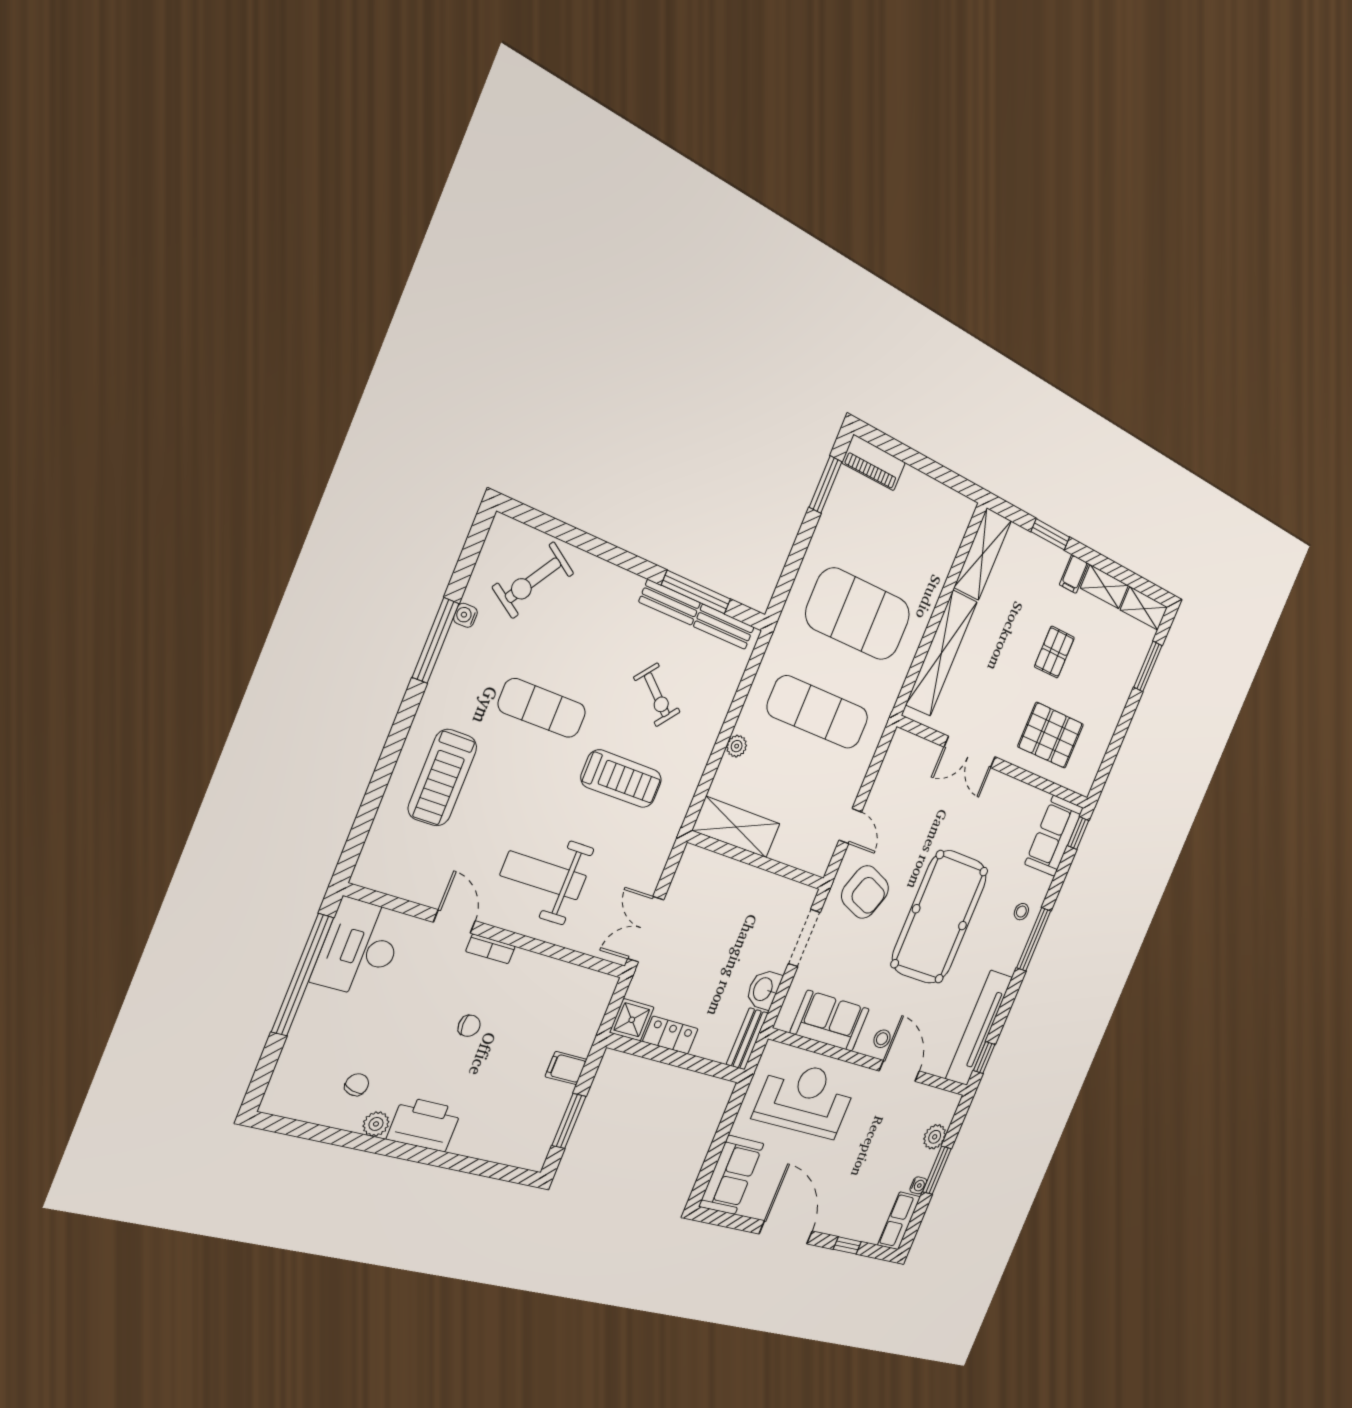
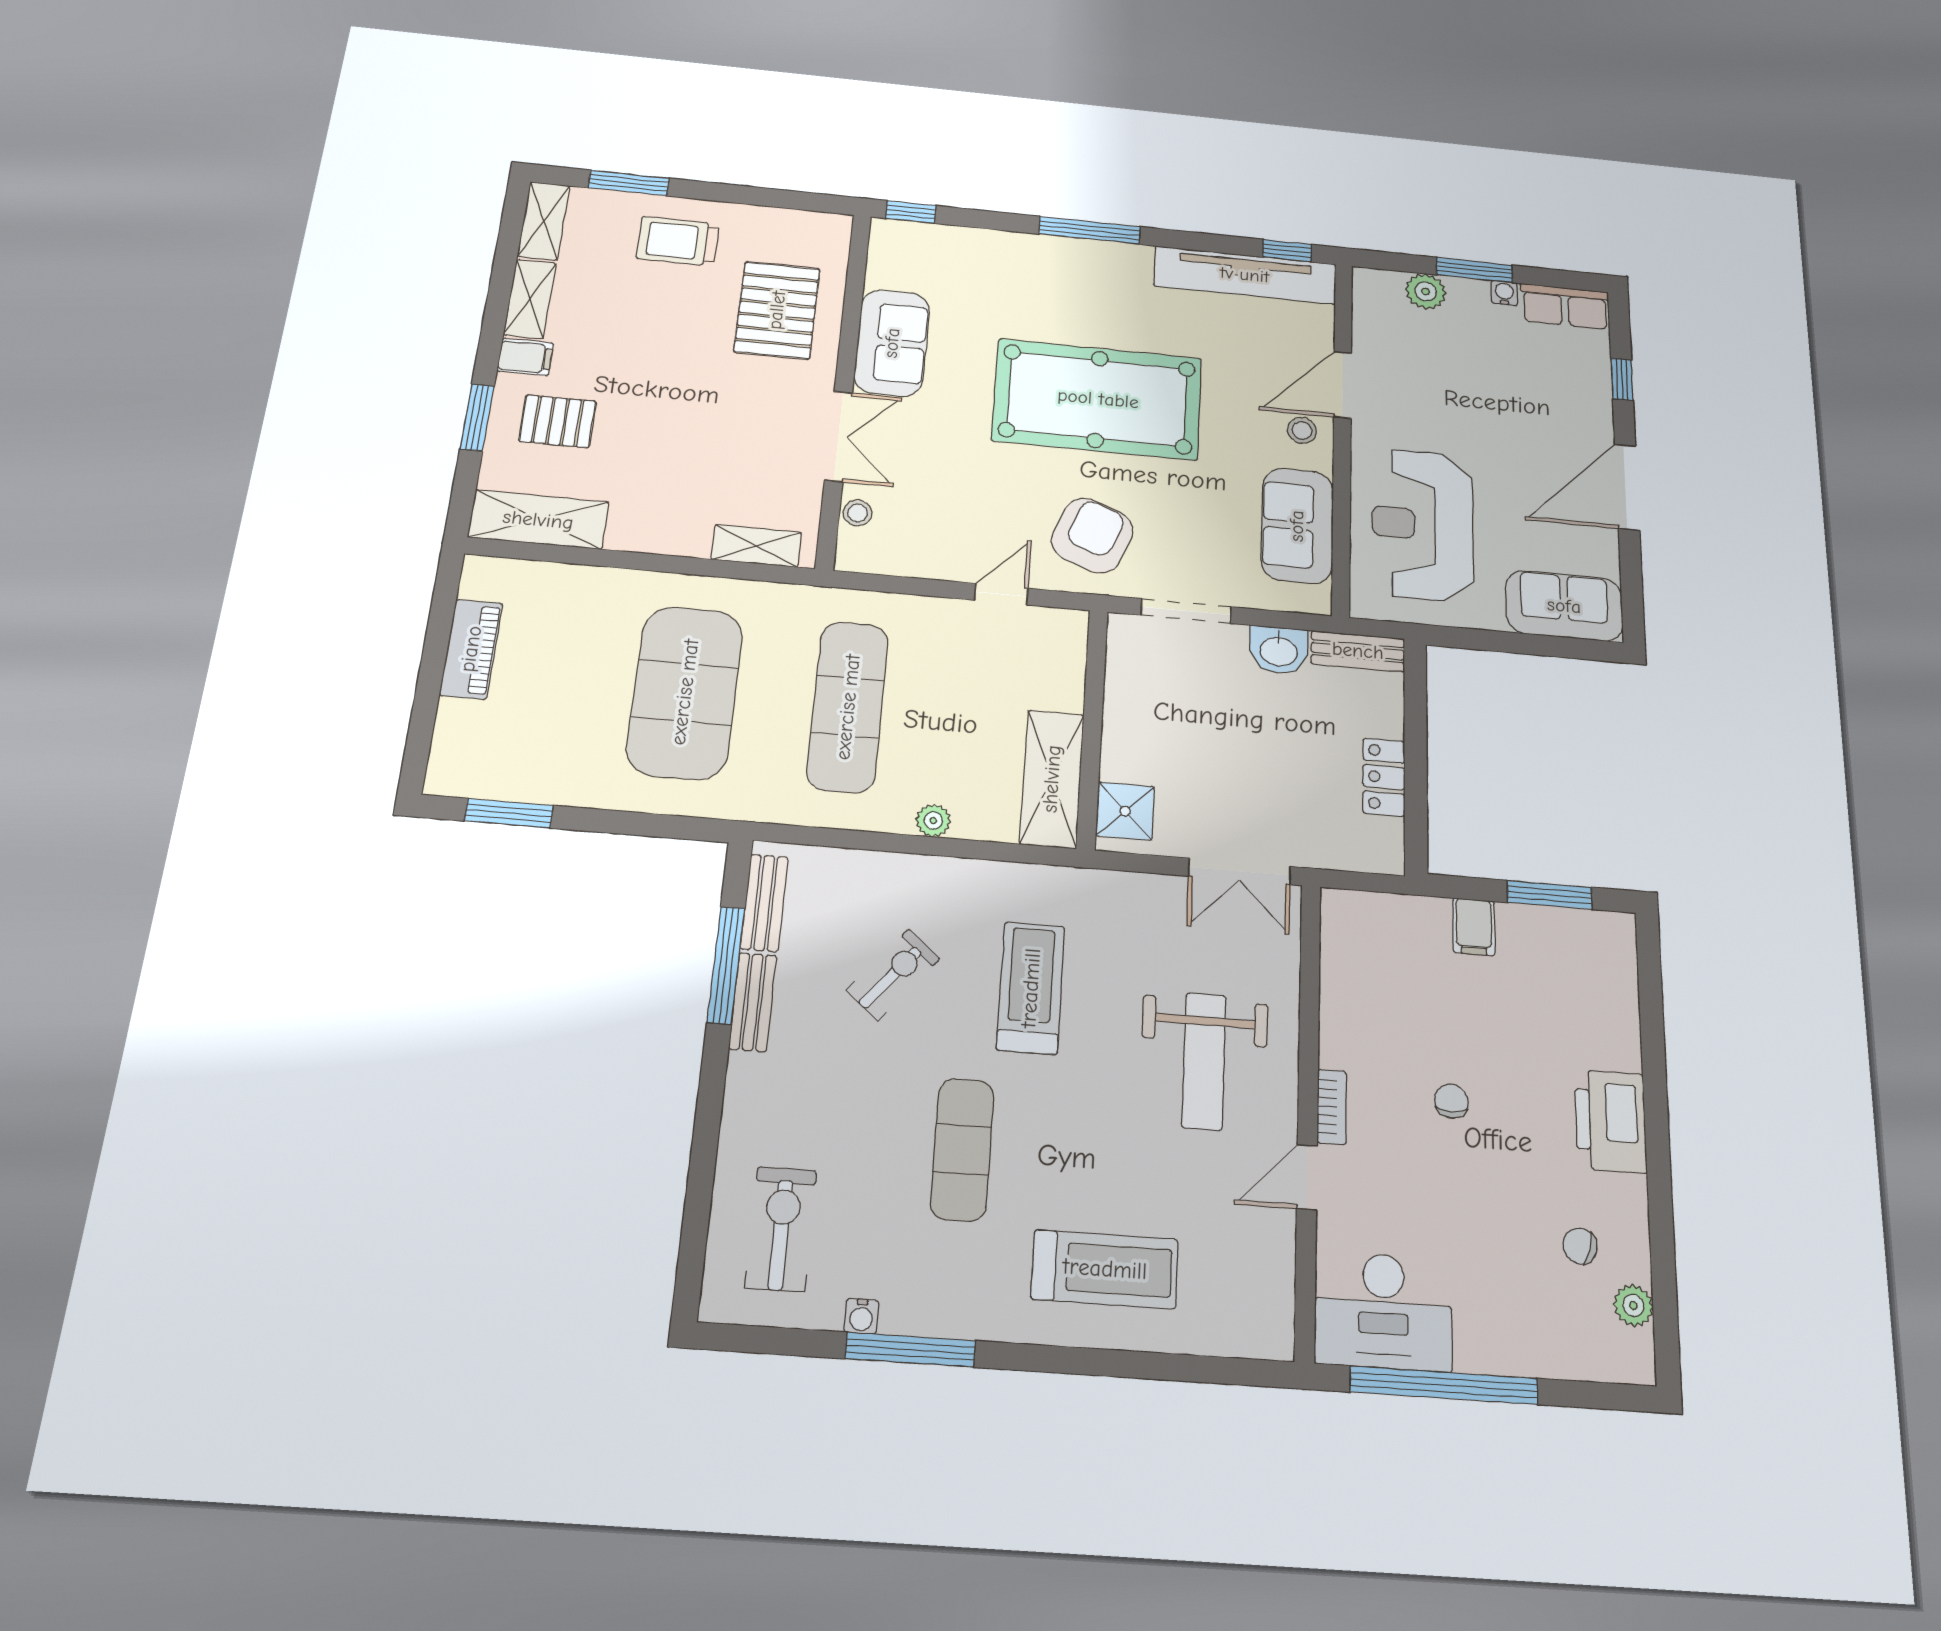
piano: (874, 463) -> (471, 649), moved
exercise bike: (533, 580) -> (781, 1229), turned -123
pallet: (1054, 652) -> (558, 421), moved
shelving: (941, 653) -> (756, 546), width x0.45, depth x0.75
trolley: (1107, 686) -> (678, 241), added
sofa: (1054, 836) -> (892, 343), moved, turned -90
stool: (1021, 912) -> (858, 513), moved
shower: (632, 1020) -> (1125, 811), moved
plant: (376, 1124) -> (1633, 1305), moved

